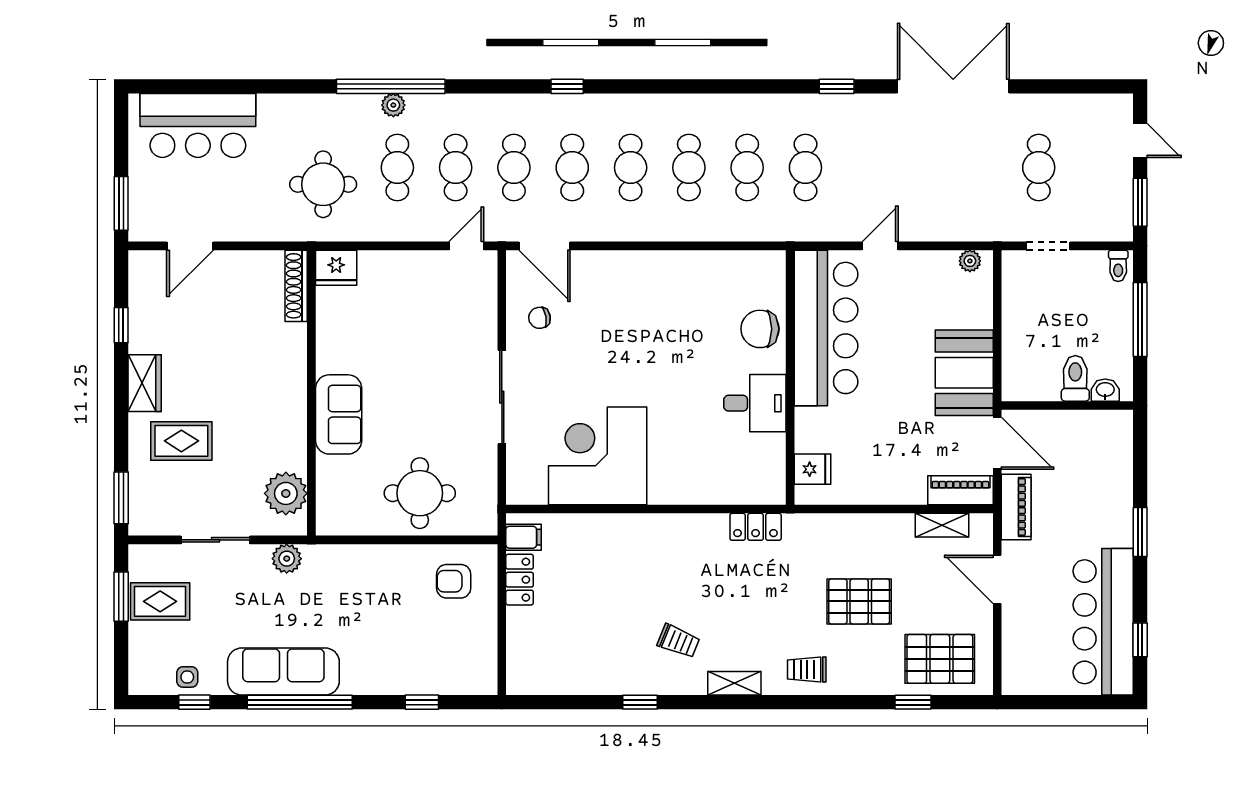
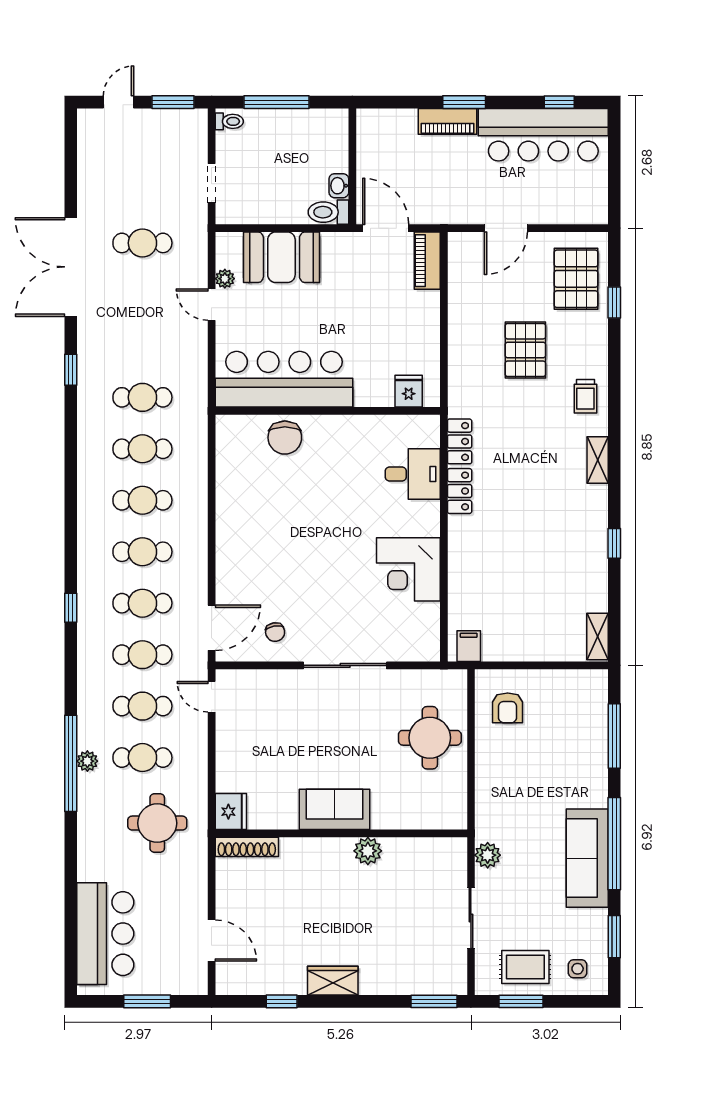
cafe table: (1039, 168) -> (142, 243), moved
window: (121, 203) -> (147, 1001), moved
door: (880, 246) -> (212, 305), moved
plant: (970, 261) -> (225, 279), moved
booth: (964, 373) -> (281, 257), moved
toilet: (1075, 378) -> (328, 212), moved
washbasin: (1105, 390) -> (339, 186), moved
desk: (755, 403) -> (413, 474), moved, turned 90
sofa: (339, 414) -> (334, 809), moved
rug: (181, 441) -> (384, 948), removed
door: (997, 443) -> (386, 228), hinge flipped
corner desk: (598, 456) -> (408, 569), width x0.74, depth x0.74
plant: (286, 493) -> (368, 851), moved, width x0.73, depth x0.73
piano: (1016, 507) -> (447, 121), moved, turned 180
shelving: (942, 525) -> (598, 636), moved
locker: (520, 580) -> (460, 491), moved, turned 90
rug: (160, 601) -> (525, 967), turned 90
trolley: (678, 641) -> (560, 510), removed
side table: (187, 677) -> (578, 969), moved
window: (194, 702) -> (614, 937), width x1.50
window: (422, 702) -> (614, 736), width x2.17

